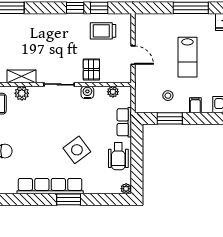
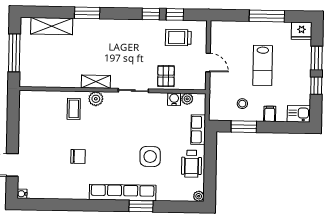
water cooler: (87, 92) -> (174, 99), moved
side table: (77, 150) -> (150, 156), turned 37

